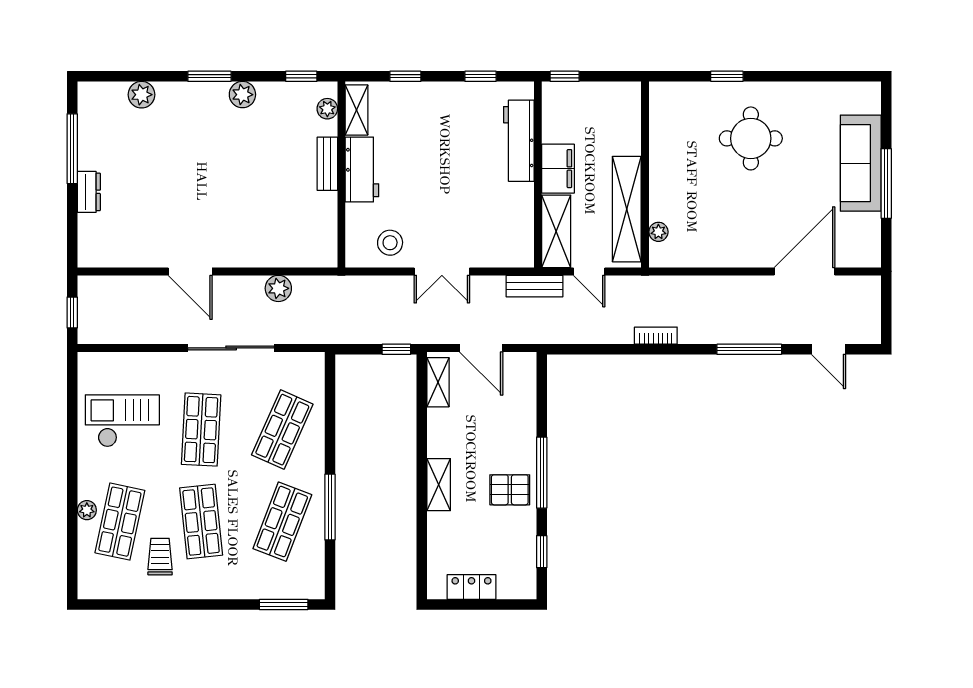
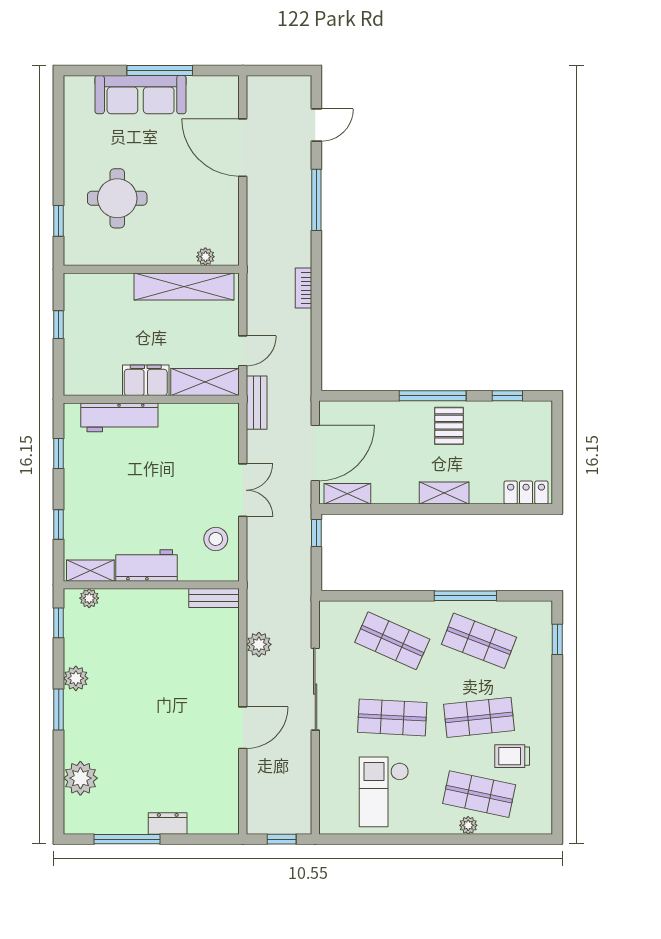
window: (565, 76) -> (59, 325), moved
plant: (142, 95) -> (80, 778), width x1.36, depth x1.36
bench: (327, 164) -> (214, 598), moved
wall: (645, 174) -> (151, 269), moved
shelving: (627, 209) -> (184, 286), moved
plant: (658, 232) -> (205, 257), moved
door: (481, 348) -> (315, 453), width x1.36
locker: (471, 587) -> (526, 493), moved, turned 90
window: (284, 604) -> (557, 639), width x0.67

